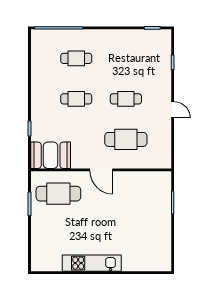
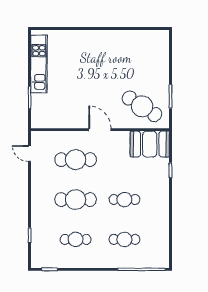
cafe table: (126, 58) -> (76, 239), added
cafe table: (126, 99) -> (76, 200), width x1.37, depth x1.35
door: (173, 110) -> (30, 153), moved
cafe table: (58, 194) -> (142, 106), turned 33
kitchen unit: (92, 263) -> (39, 64), moved, turned -90

